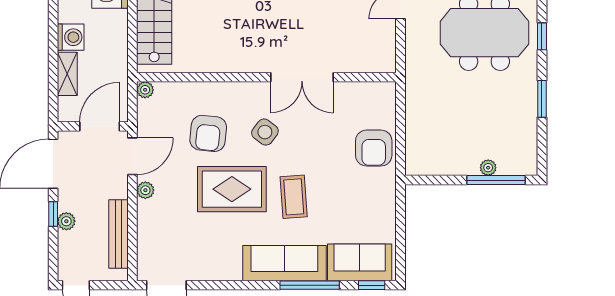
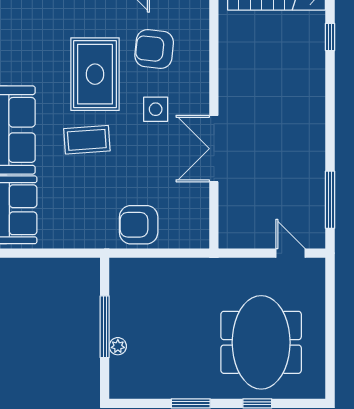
side table: (265, 132) -> (156, 109), turned -37
window: (496, 180) -> (105, 327), moved

